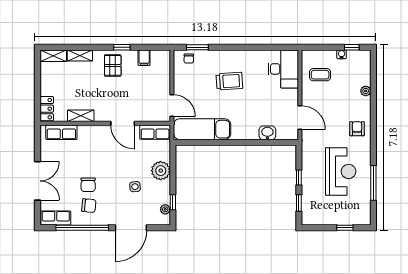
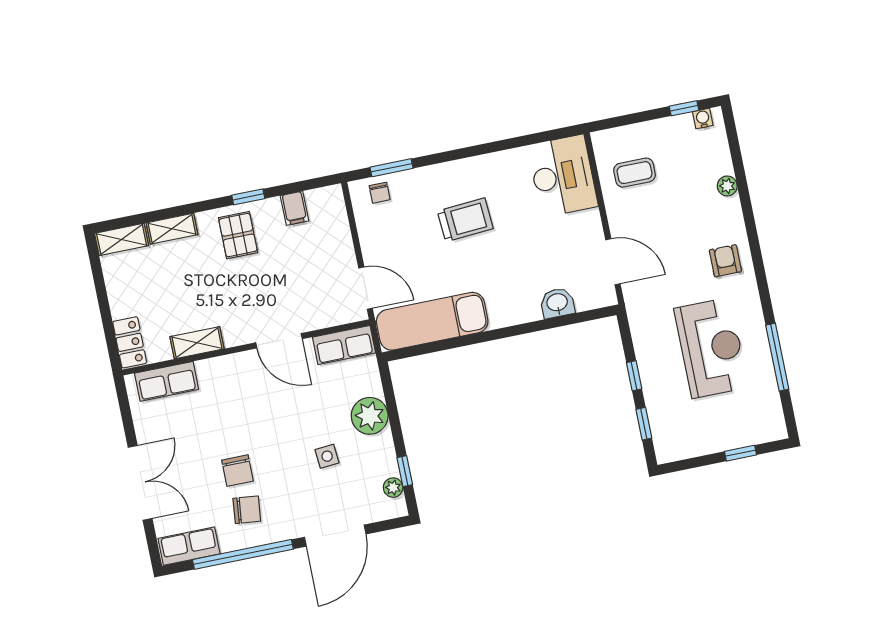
water cooler: (342, 54) -> (703, 119), moved

